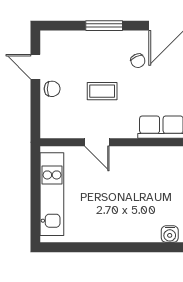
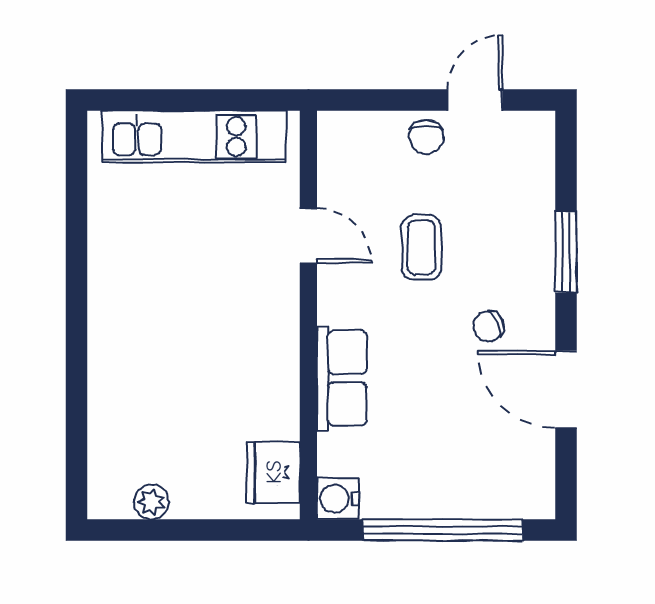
door: (97, 142) -> (308, 236), swing flipped
water cooler: (170, 234) -> (106, 397), removed

